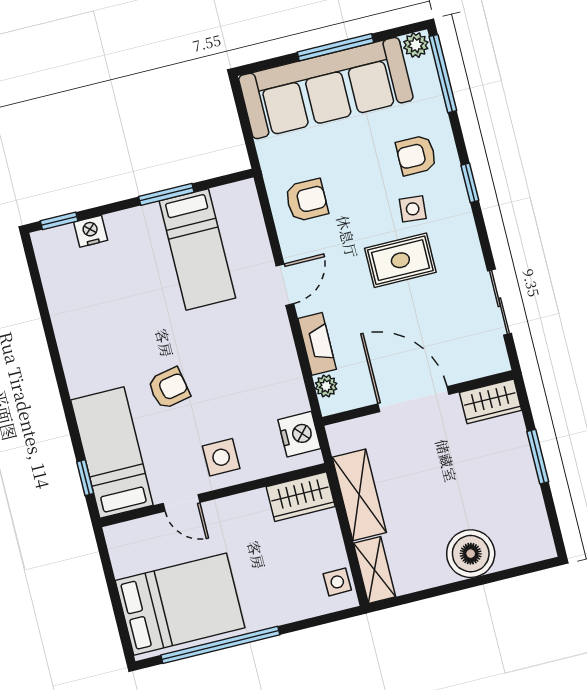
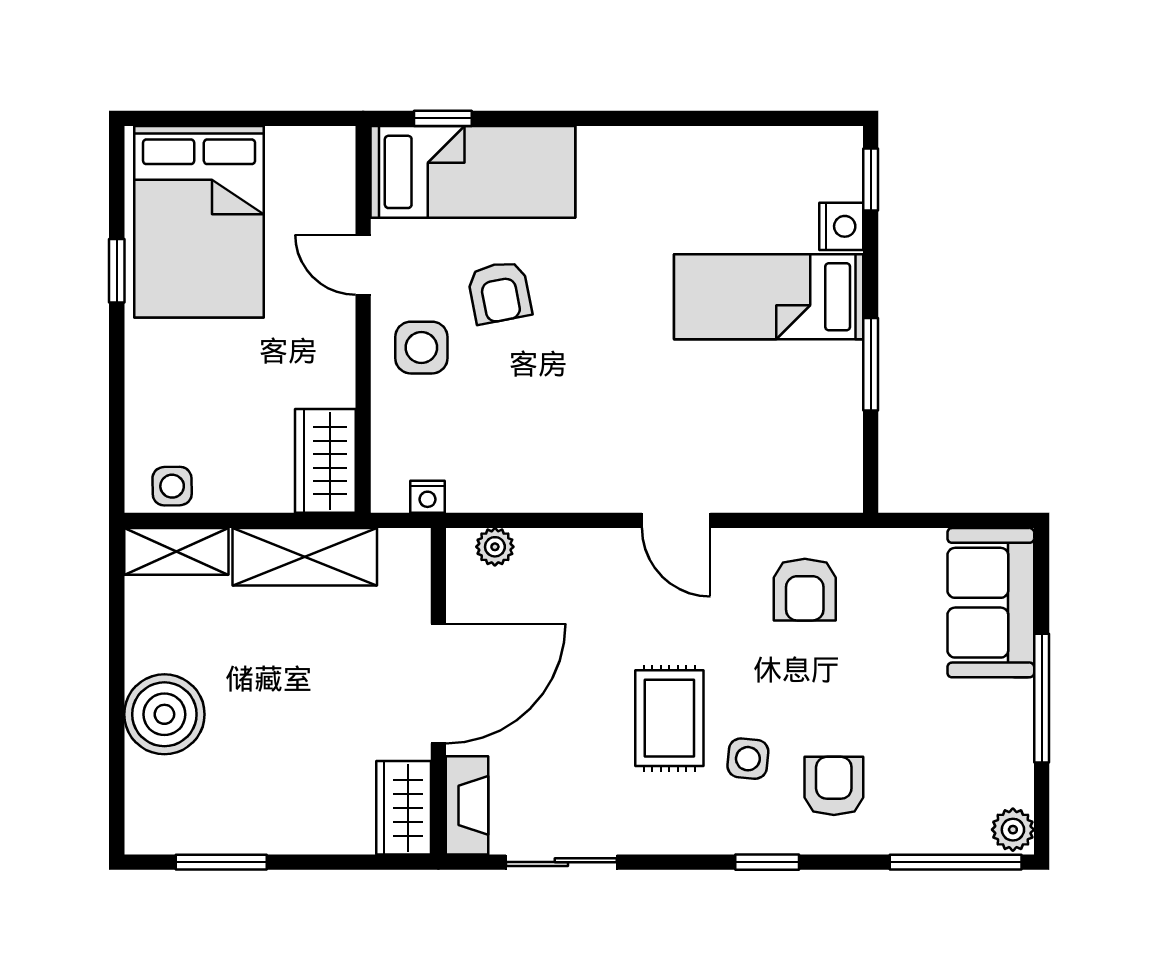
sofa: (326, 88) -> (991, 603), width x0.54, depth x0.79
bed: (197, 249) -> (769, 297), moved
fireplace: (317, 344) -> (467, 805), moved, turned -90
armchair: (169, 388) -> (499, 292), moved
nightstand: (299, 434) -> (428, 497), width x0.53, depth x0.56
window: (538, 457) -> (221, 862), moved
door: (181, 503) -> (363, 265), hinge flipped
window: (220, 645) -> (117, 271), width x0.32

